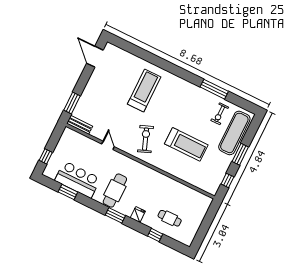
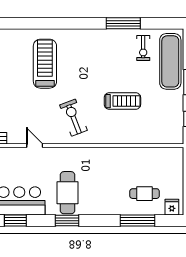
treadmill: (186, 144) -> (122, 101), width x0.73, depth x0.73
window: (115, 215) -> (67, 221), moved
fridge: (138, 215) -> (172, 207), moved
window: (155, 235) -> (138, 221), width x2.17

